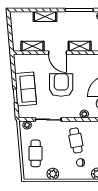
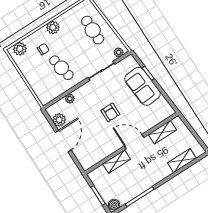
shelving: (45, 16) -> (182, 161), moved
armchair: (61, 85) -> (110, 112), width x0.53, depth x0.53
plant: (53, 174) -> (53, 27), moved

